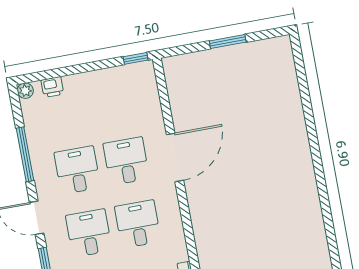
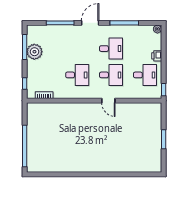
printer: (52, 87) -> (157, 56), moved
door: (175, 157) -> (108, 101), width x0.53
desk: (89, 233) -> (145, 75), moved

